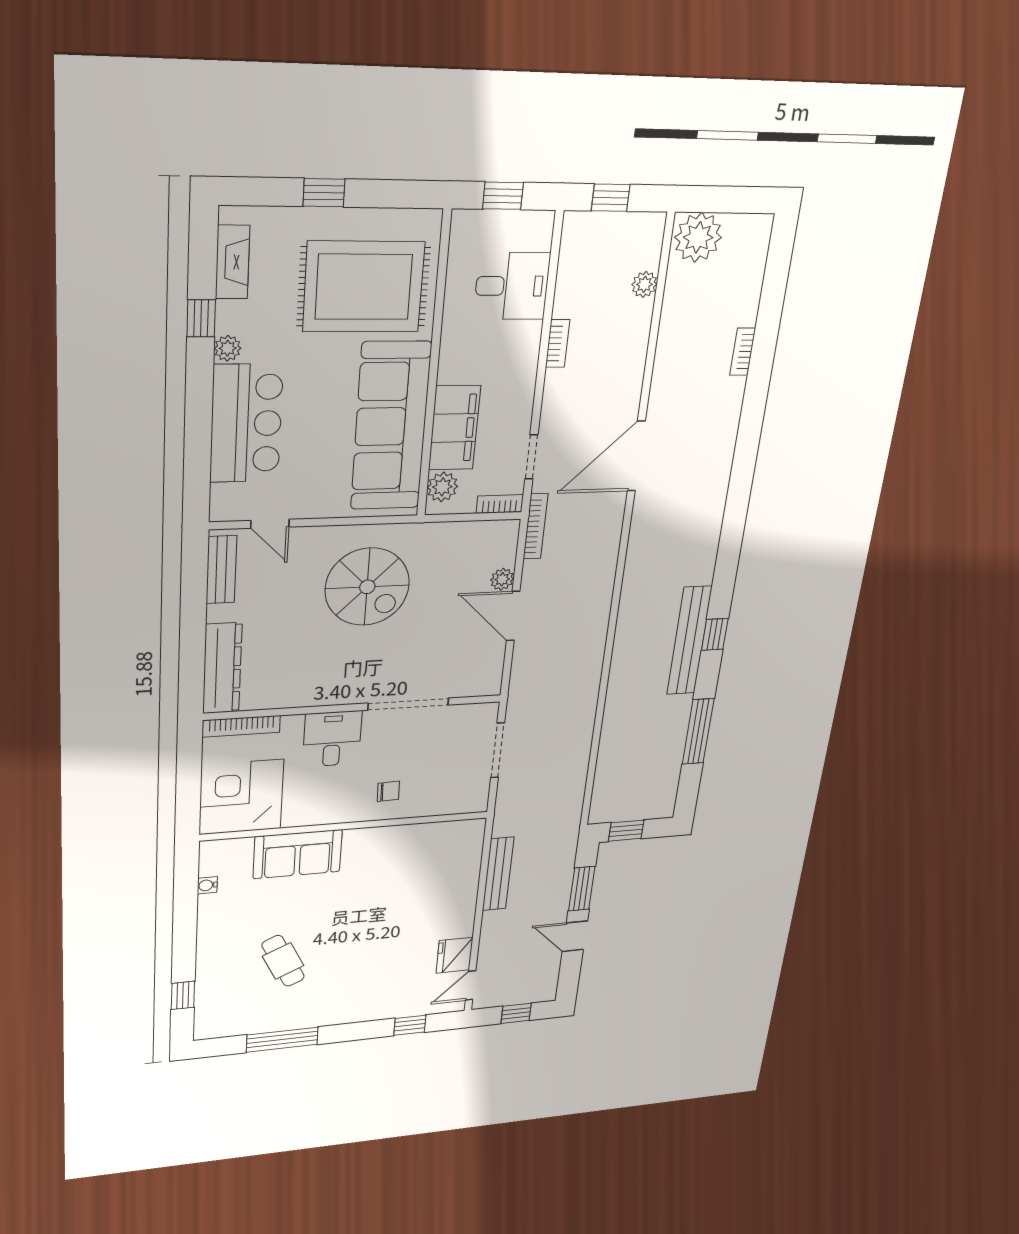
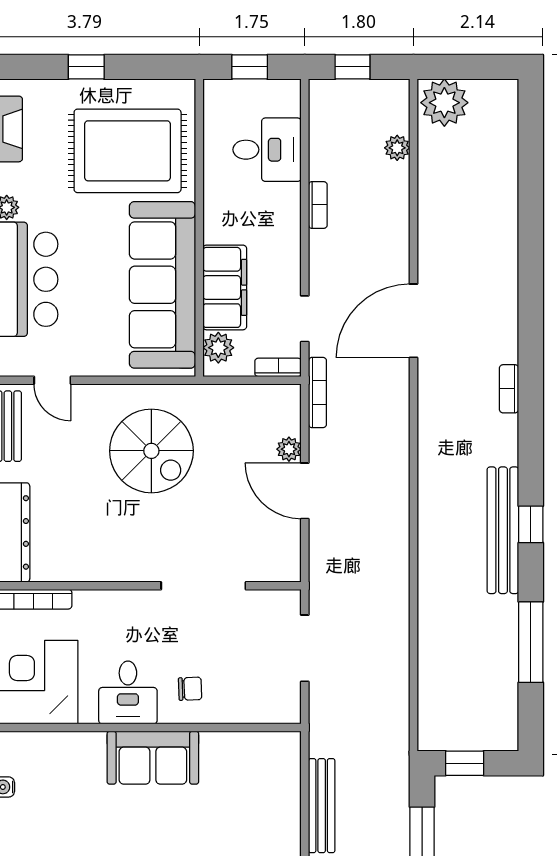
bookcase: (743, 352) -> (509, 389), moved
desk: (332, 739) -> (128, 693), moved, turned 180
sofa: (298, 854) -> (153, 758), moved

